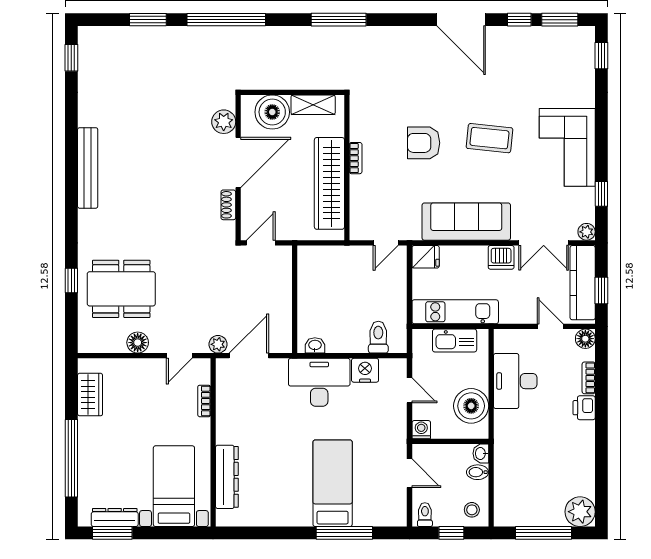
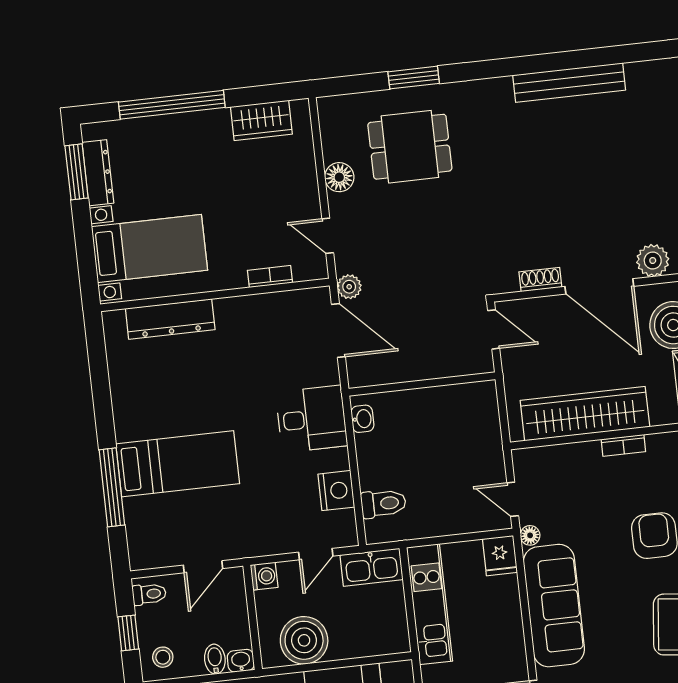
floor lamp: (413, 233) -> (530, 535), added
dishwasher: (501, 257) -> (511, 658), removed
window: (71, 280) -> (414, 78), width x1.50
dining table: (121, 289) -> (410, 147), width x0.73
kitchen sink: (455, 341) -> (372, 567), moved, turned -90
desk: (319, 382) -> (312, 419), width x0.73

